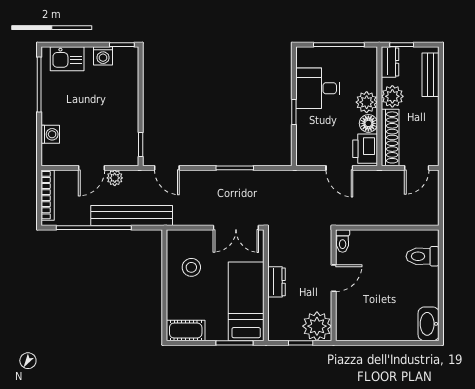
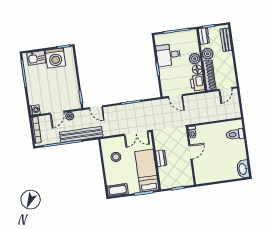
washing machine: (103, 56) -> (55, 58), width x1.89, depth x1.89
washing machine: (50, 134) -> (35, 110), moved
door: (339, 168) -> (175, 96), moved
plant: (317, 326) -> (185, 178), removed

